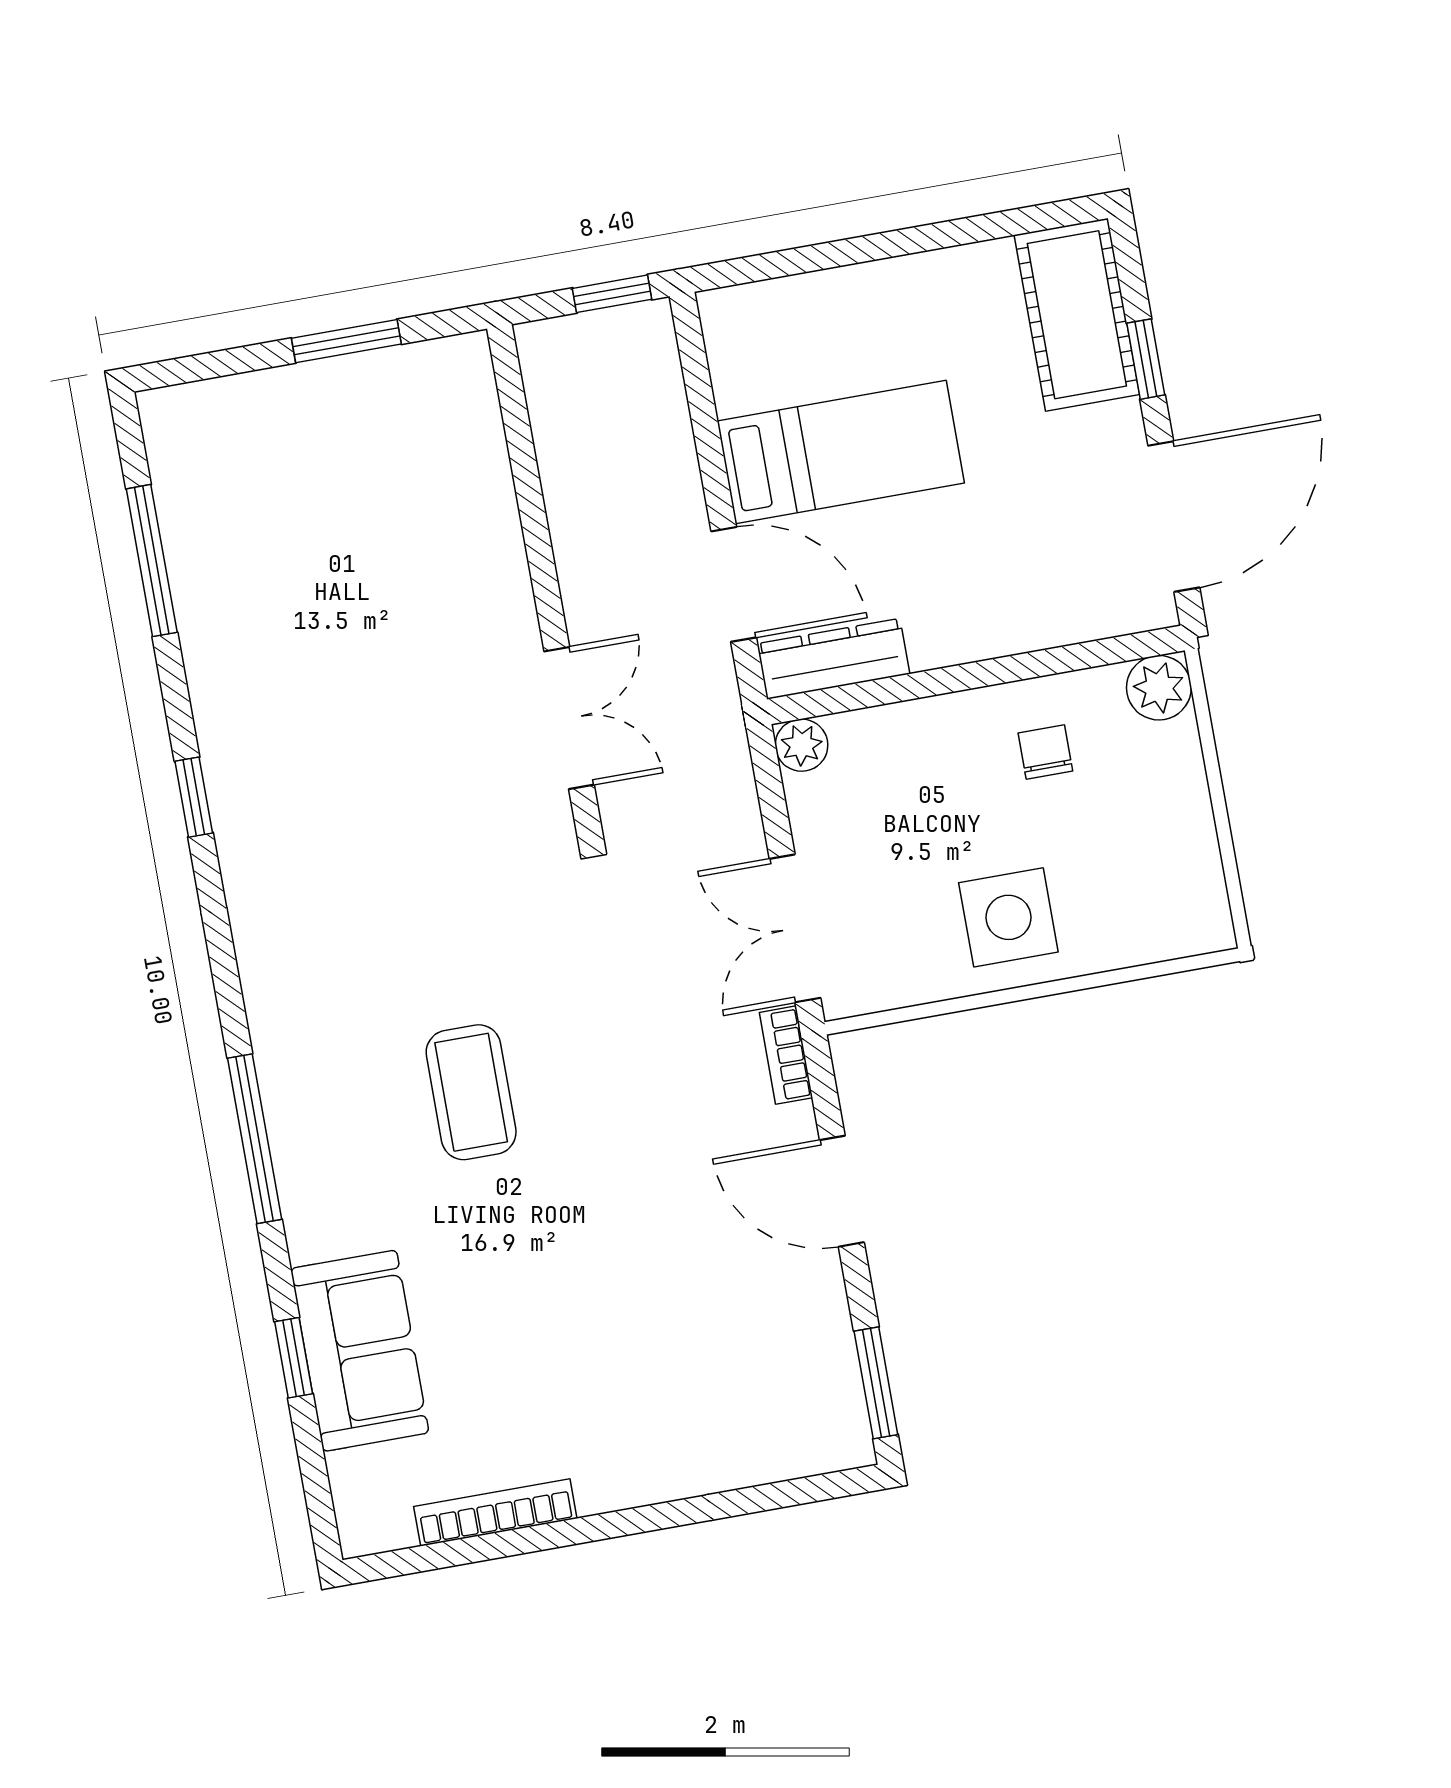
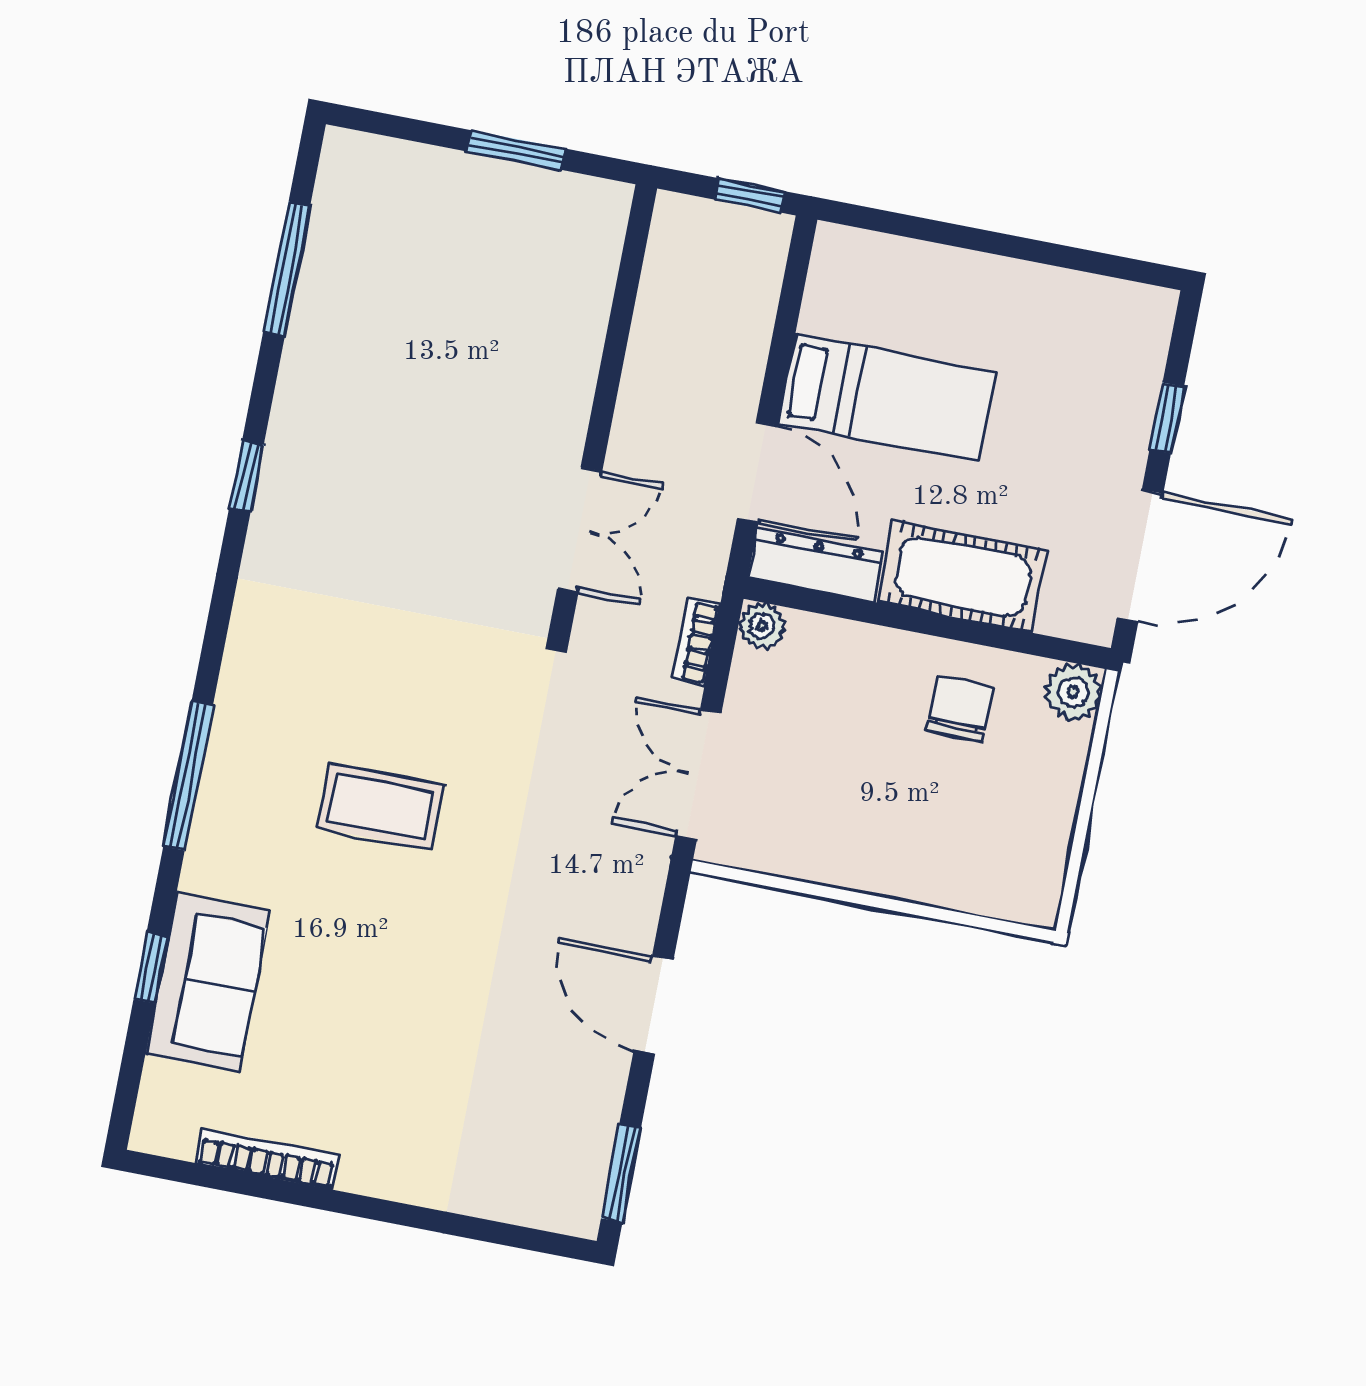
cot: (1077, 315) -> (963, 577), moved, turned 90
chair: (1045, 752) -> (960, 709), width x1.37, depth x1.37
side table: (1008, 917) -> (877, 833), removed
bookcase: (786, 1055) -> (696, 642), moved
coffee table: (471, 1092) -> (381, 806), turned 90

